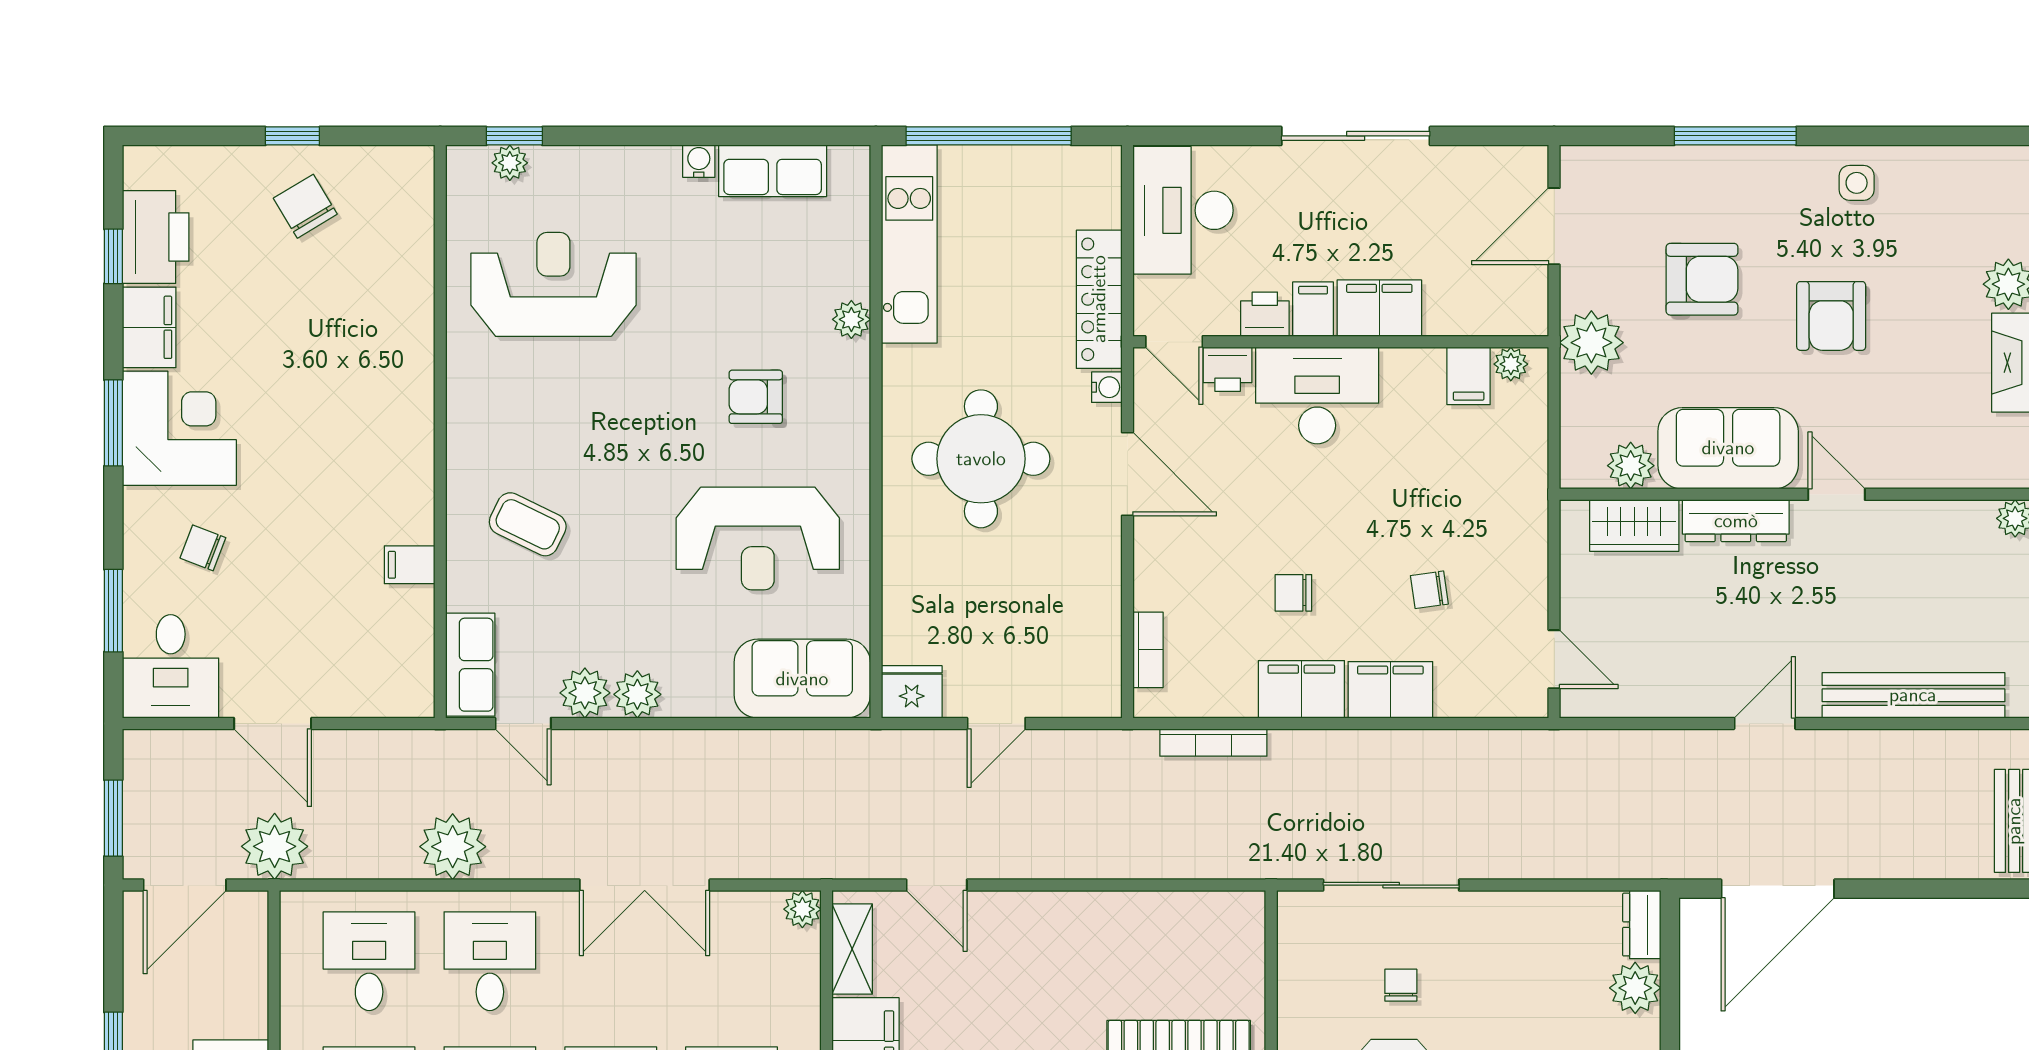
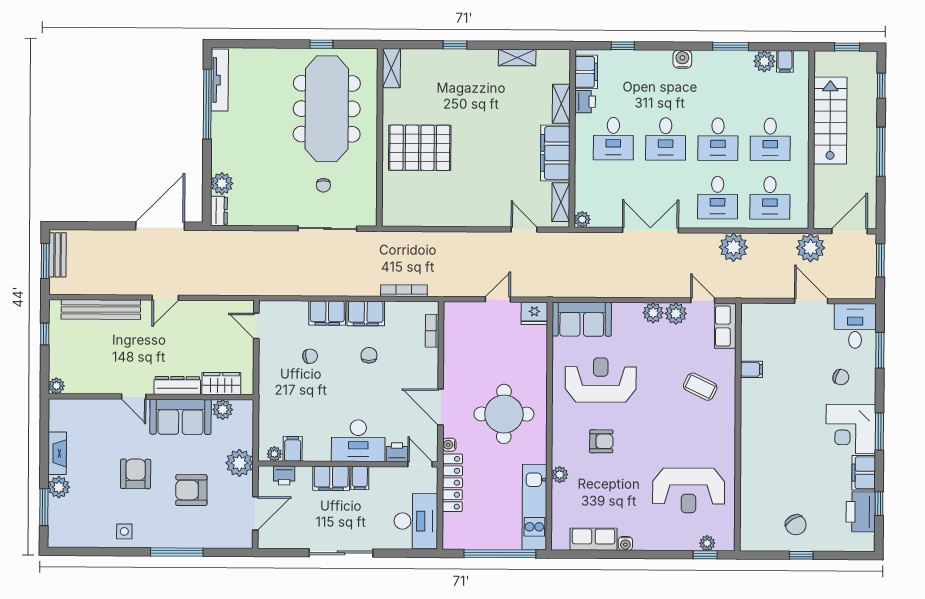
printer: (1265, 314) -> (284, 475), moved
chair: (1293, 593) -> (369, 355), turned -90

